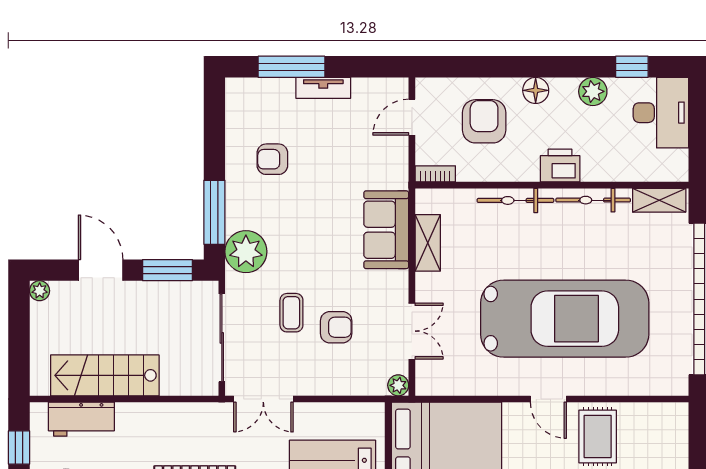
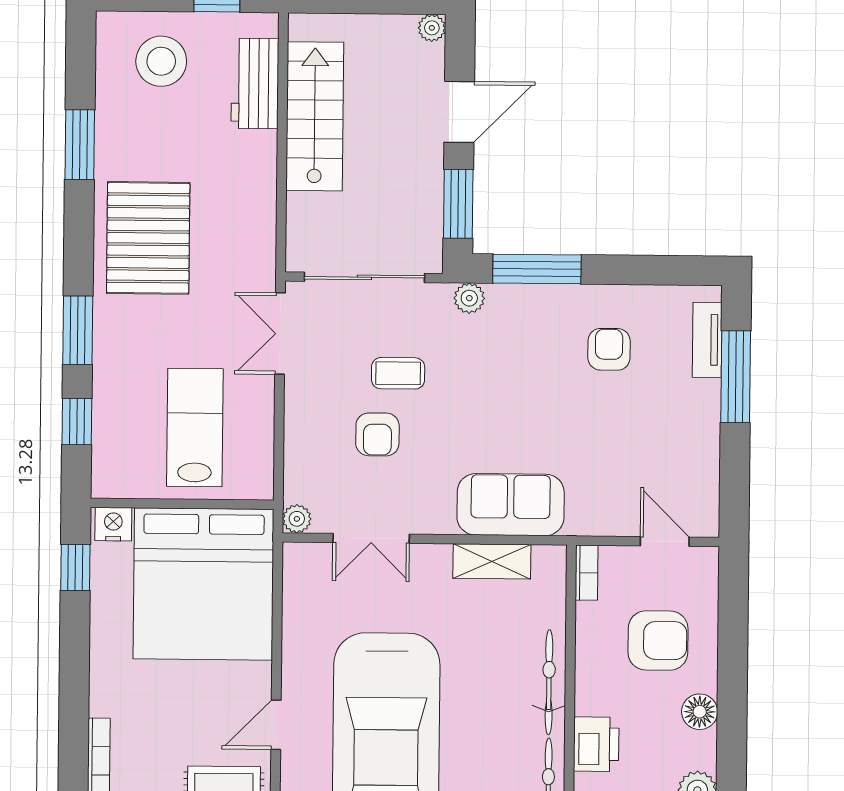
tv unit: (323, 88) -> (707, 340), moved
plant: (246, 252) -> (469, 298), width x0.53, depth x0.53

